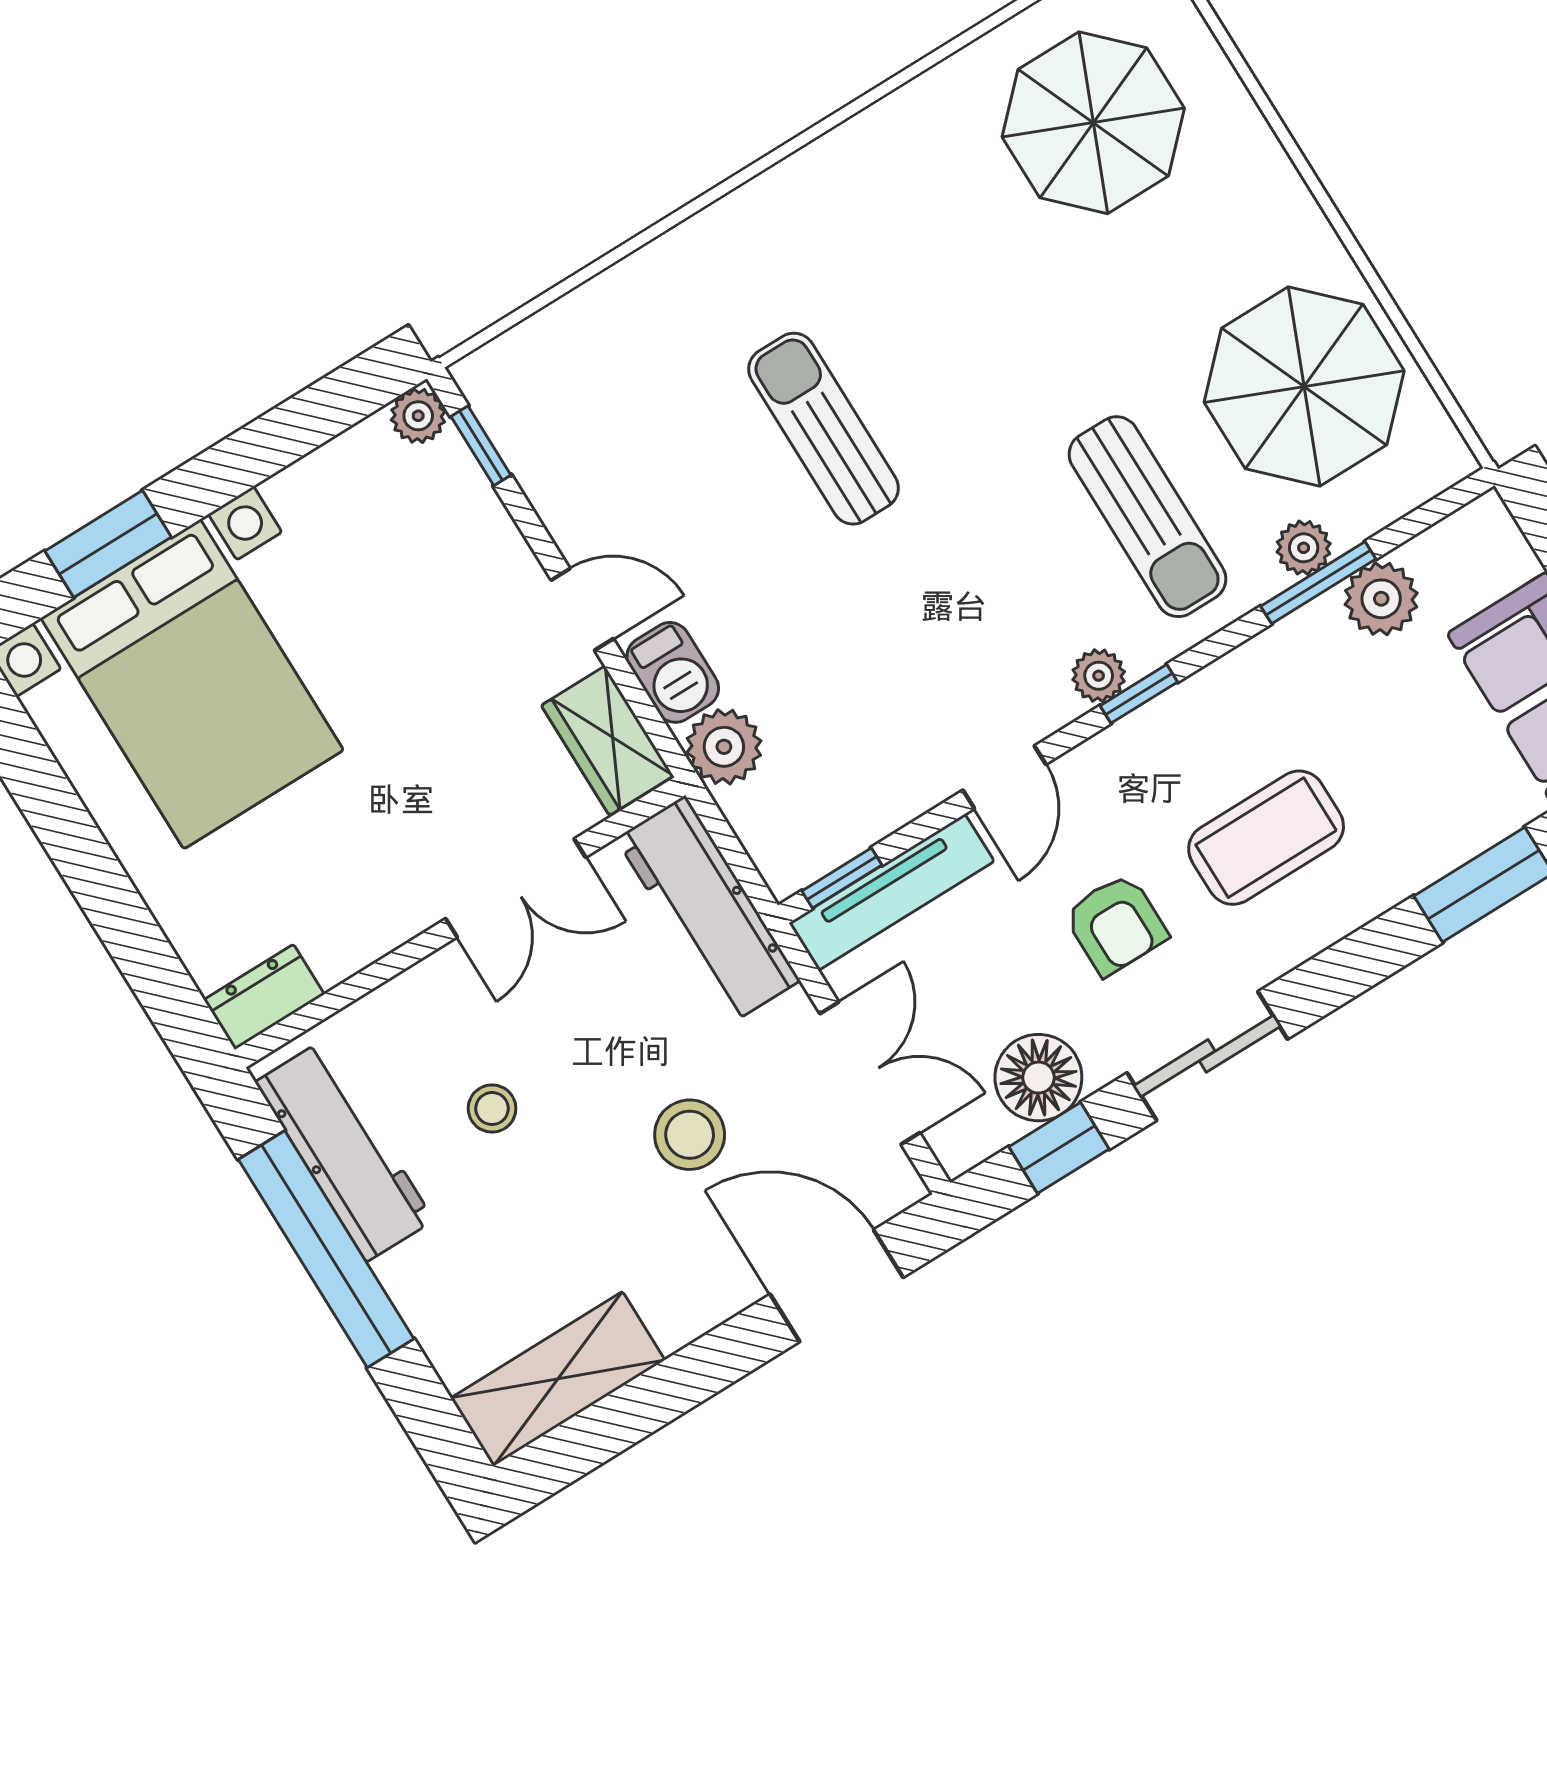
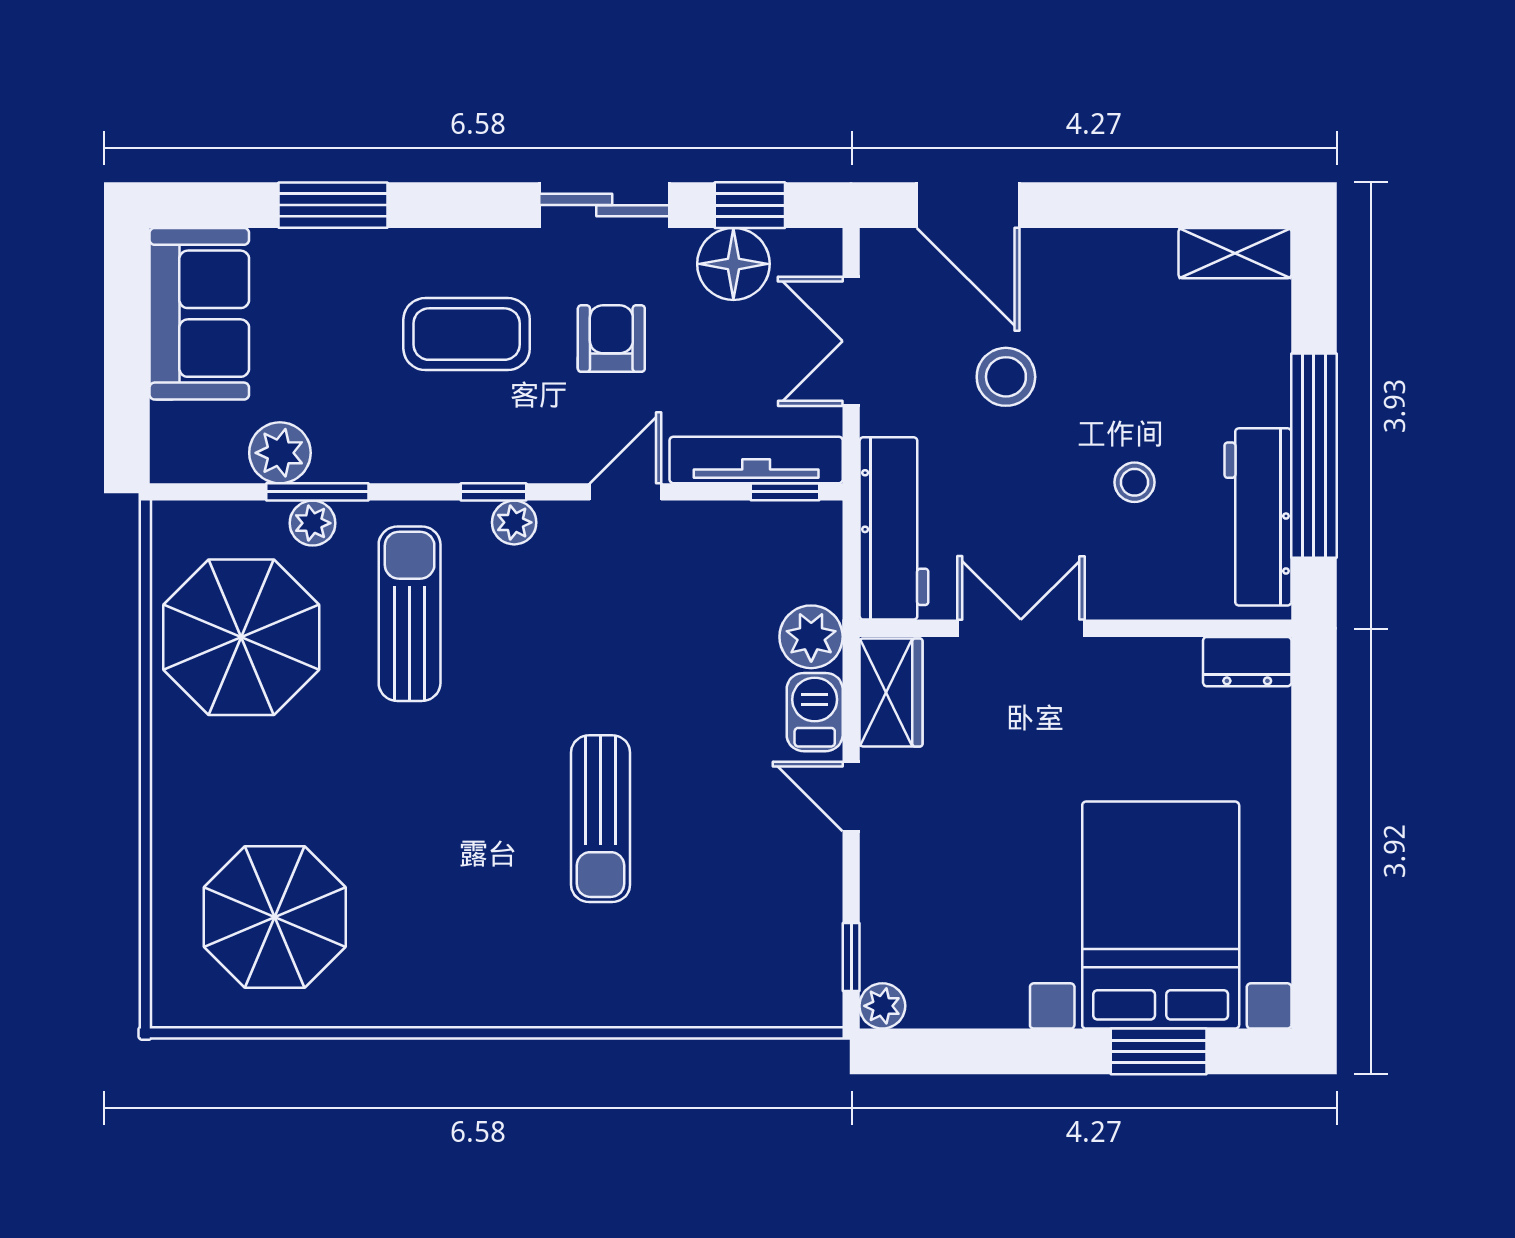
shelving: (558, 1379) -> (1235, 253), width x0.67, depth x0.75

